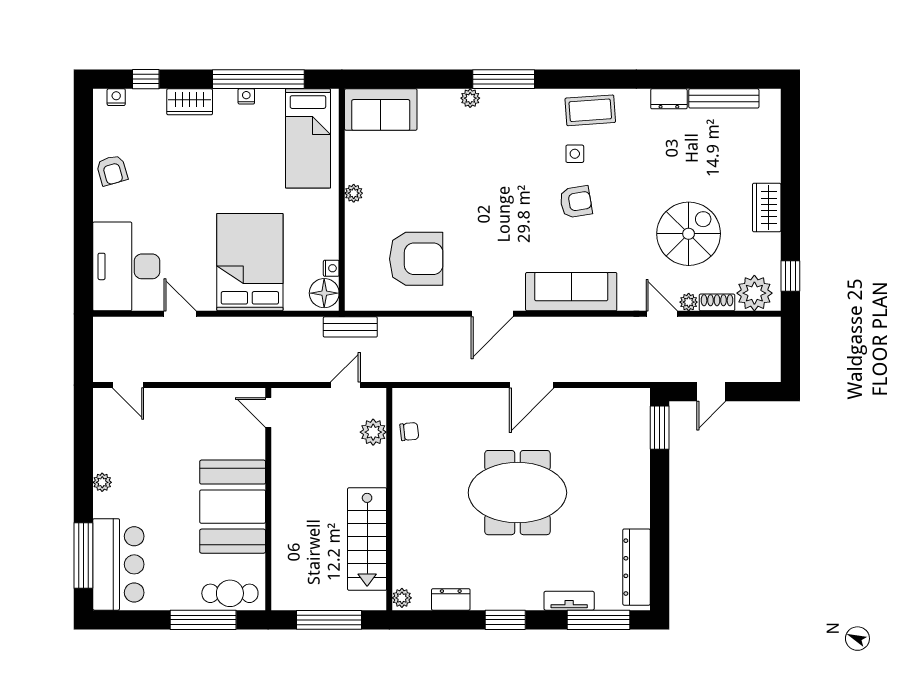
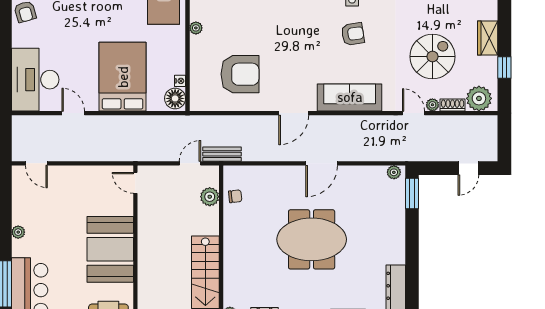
window: (790, 276) -> (504, 68), moved
bench: (350, 327) -> (222, 154), moved
door: (711, 392) -> (468, 168), moved
plant: (634, 398) -> (394, 172), added

